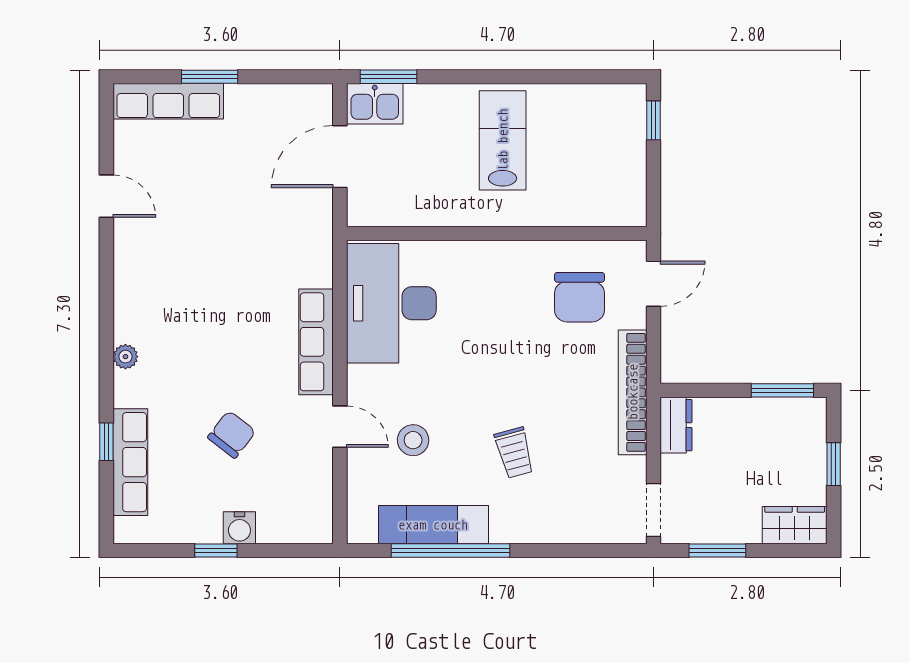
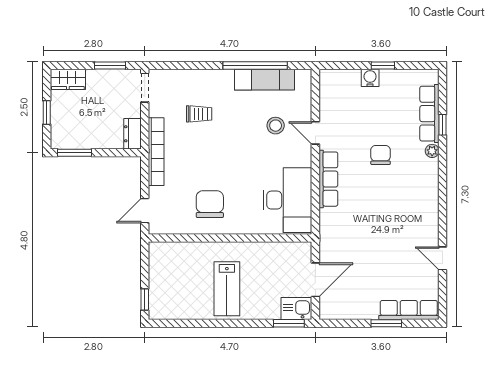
chair: (579, 297) -> (210, 204), moved
plant: (125, 357) -> (432, 151), moved
chair: (232, 434) -> (381, 155), moved, turned 142
trolley: (514, 453) -> (199, 114), moved, turned 105

